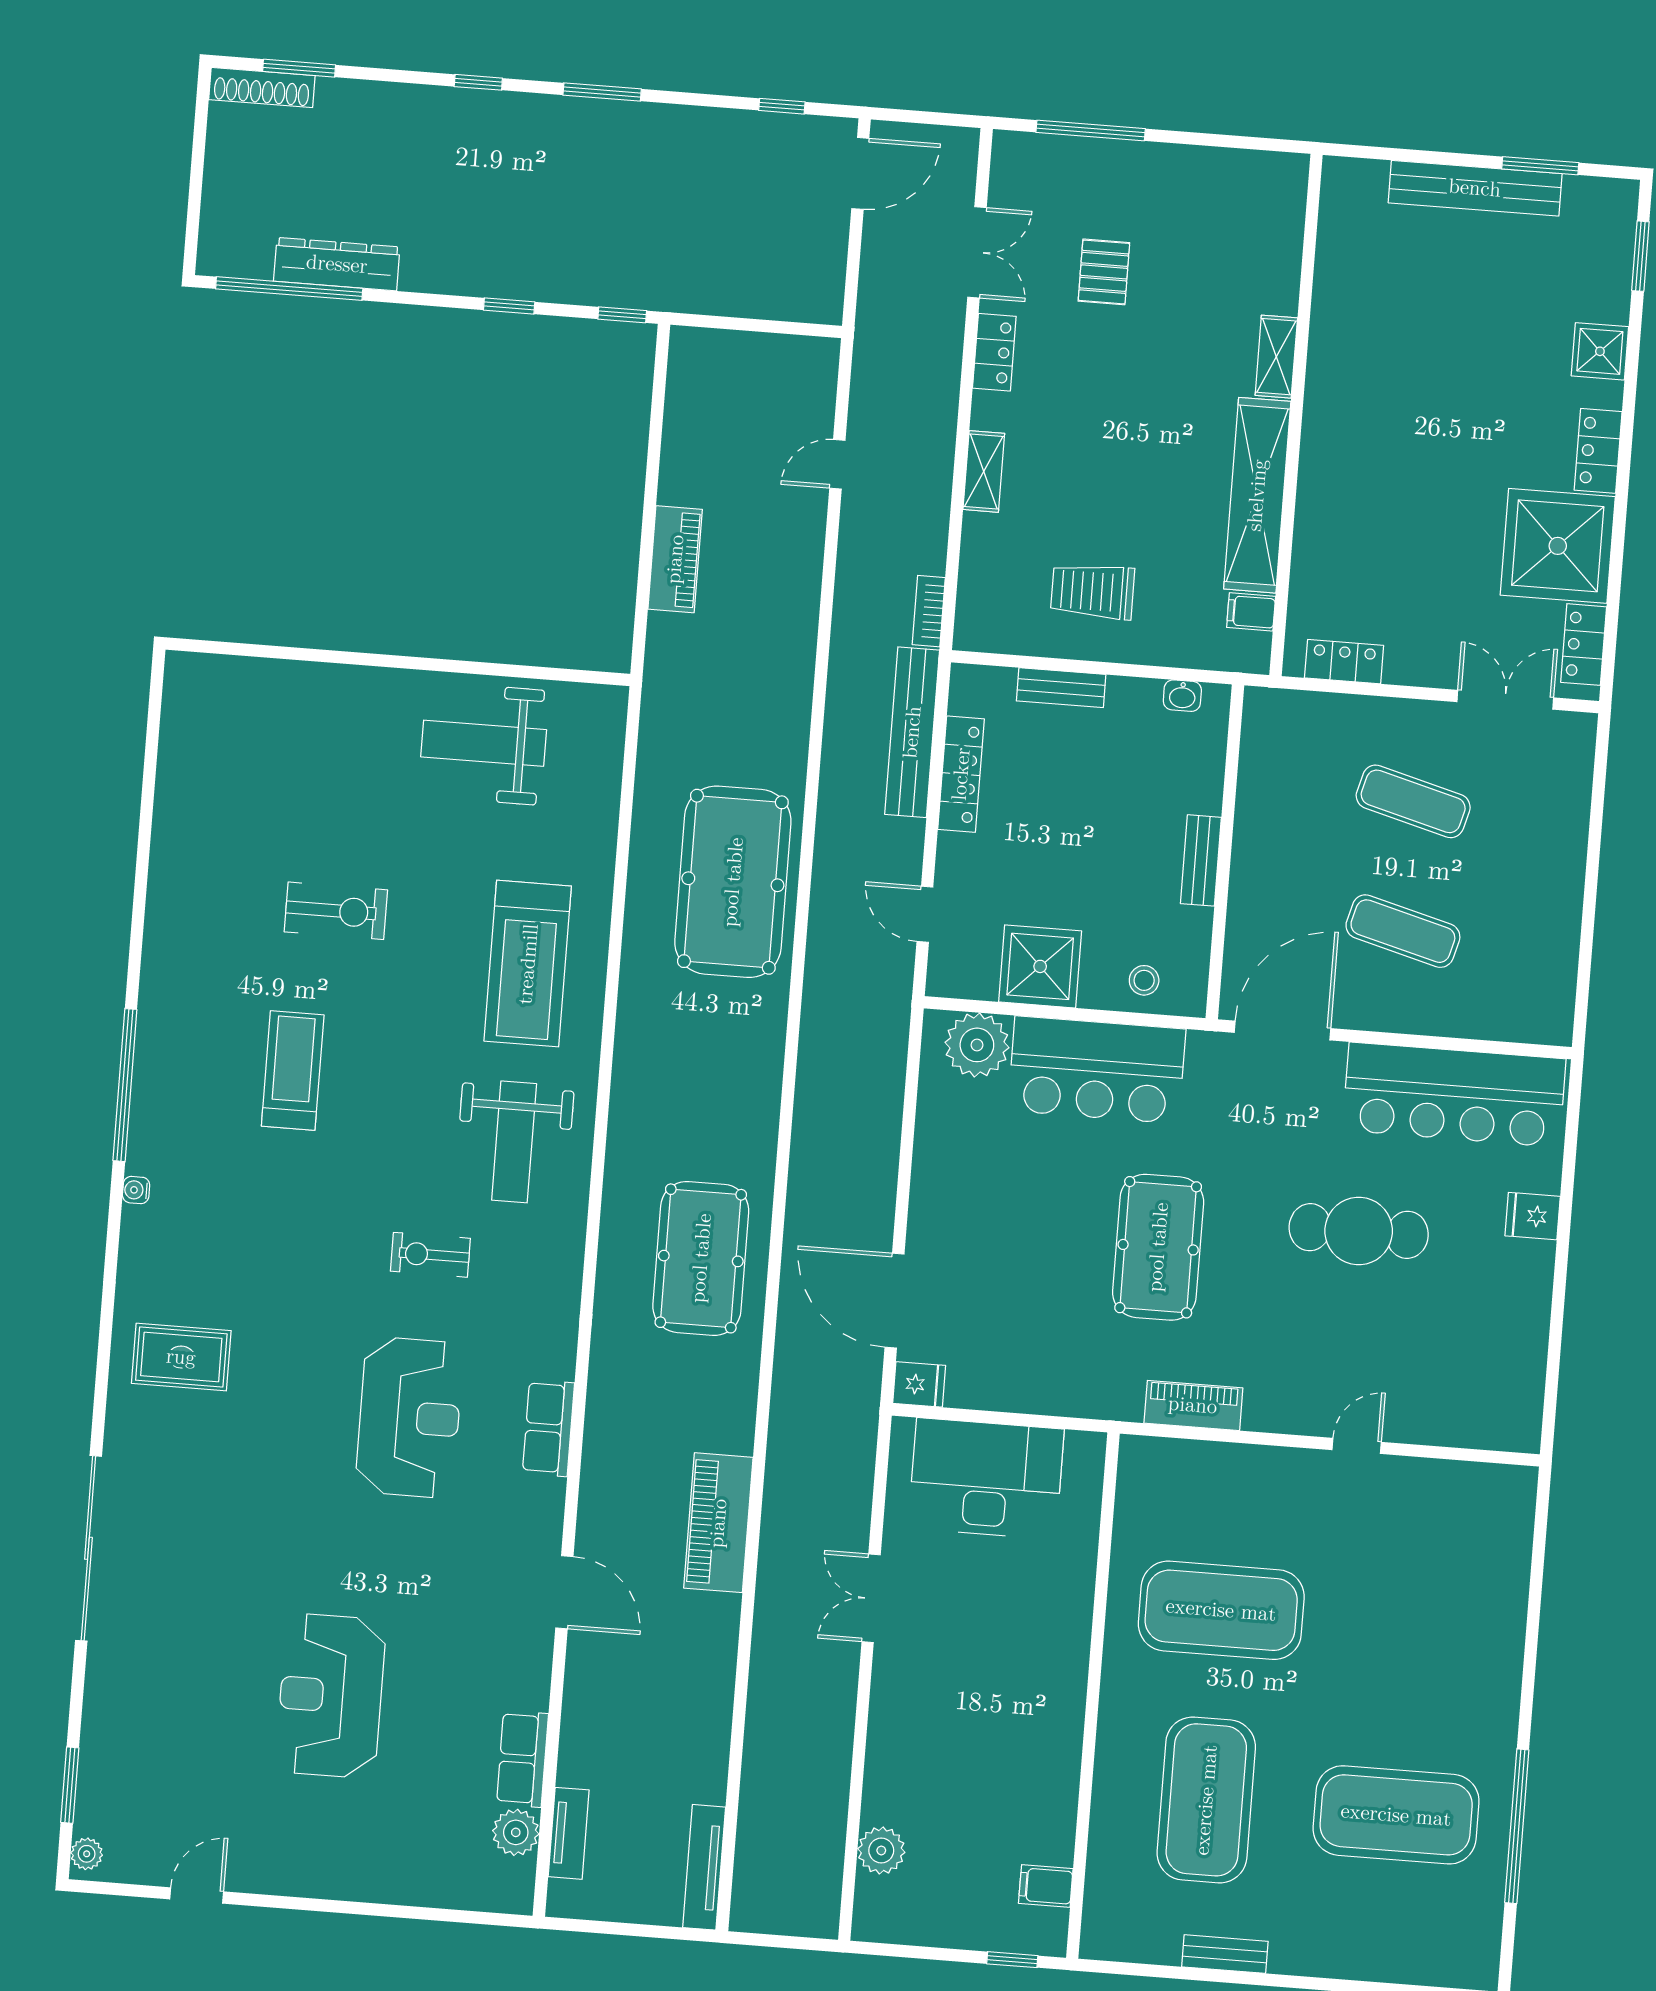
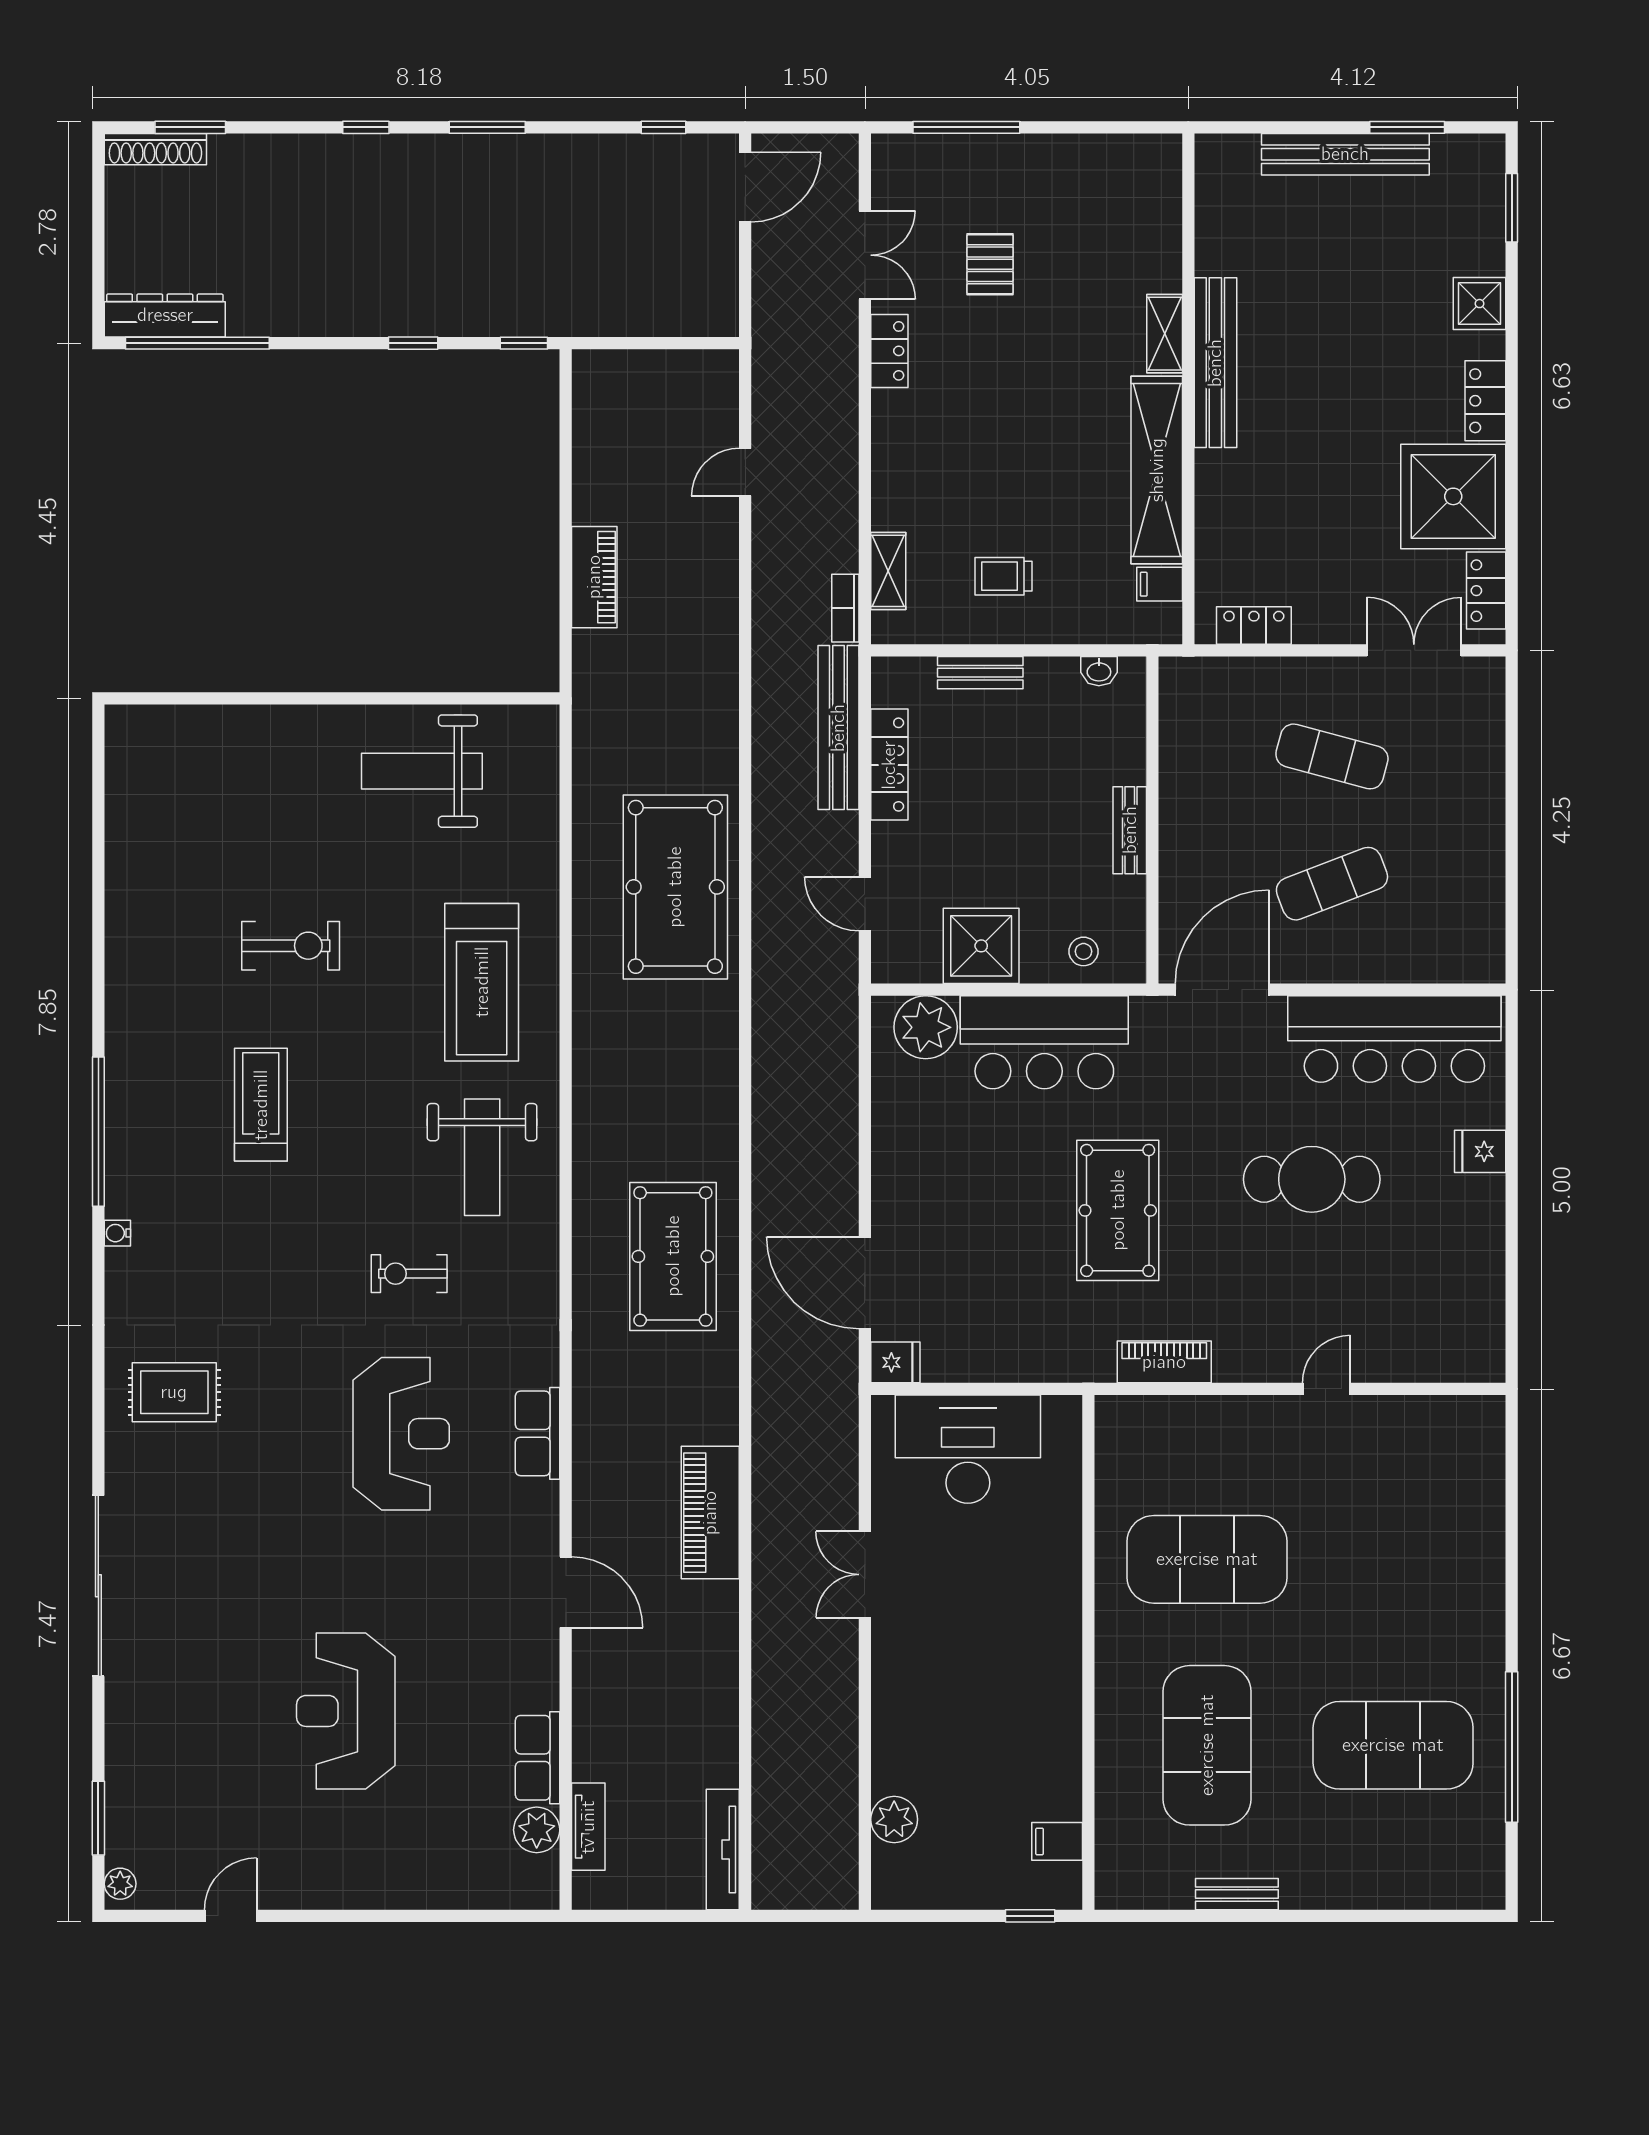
dresser: (337, 264) -> (165, 315), moved
bench: (1326, 390) -> (1215, 363), added
shelving: (984, 471) -> (888, 571), moved
trolley: (1093, 591) -> (1003, 576), width x0.73, depth x0.72
exercise mat: (1403, 931) -> (1332, 884), turned -36

